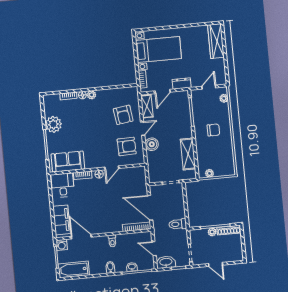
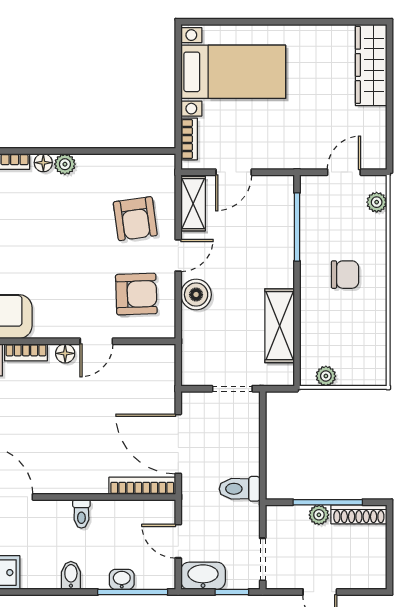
dresser: (182, 83) -> (280, 157), removed

